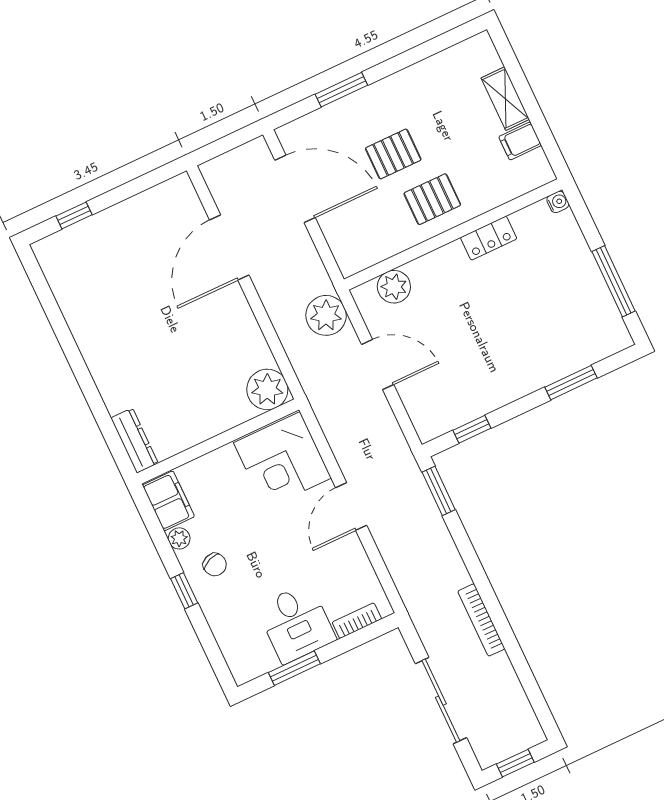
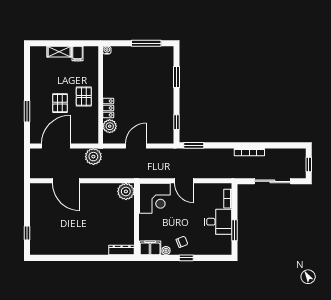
locker: (489, 238) -> (108, 108), moved
plant: (326, 315) -> (93, 157), moved

